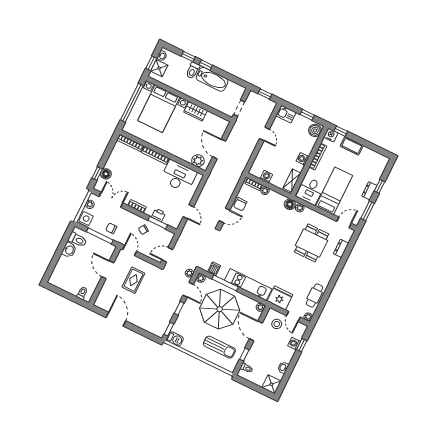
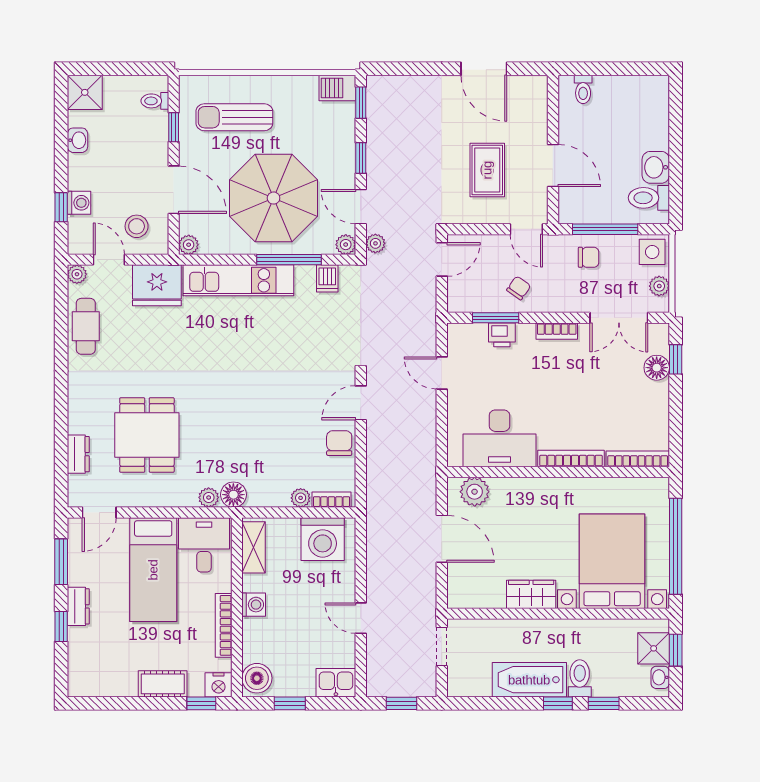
washing machine: (266, 177) -> (323, 539), width x1.89, depth x1.89

